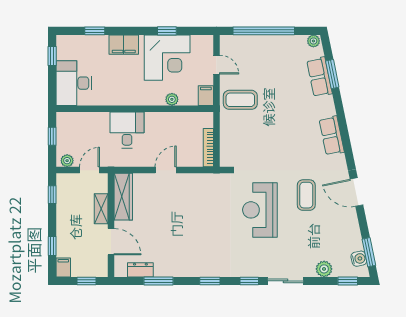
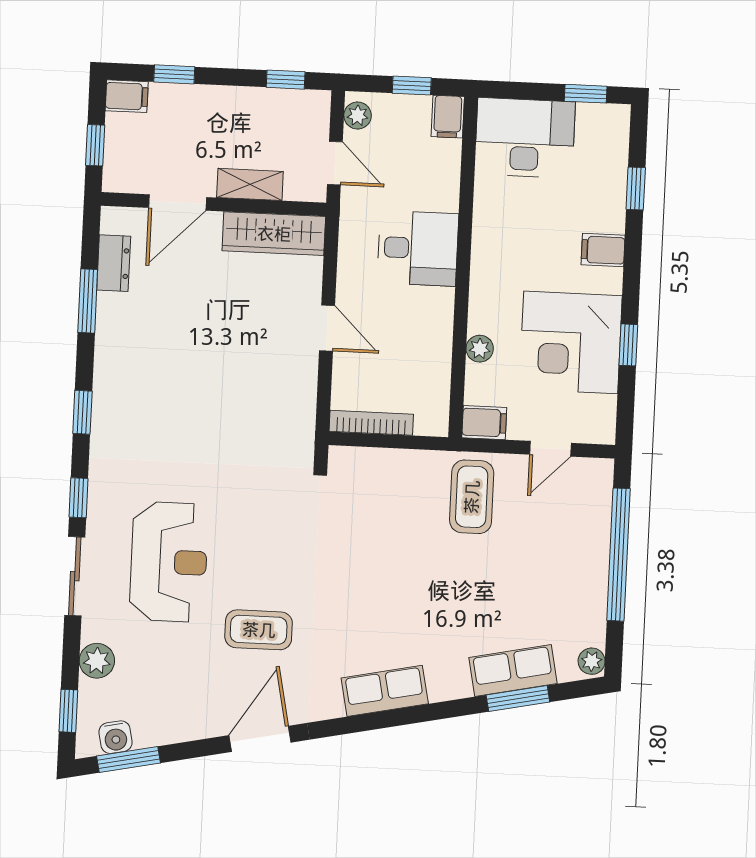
filing cabinet: (124, 45) -> (603, 250), width x0.50
filing cabinet: (66, 119) -> (448, 117), added
reception desk: (260, 210) -> (169, 562), moved, turned 90

